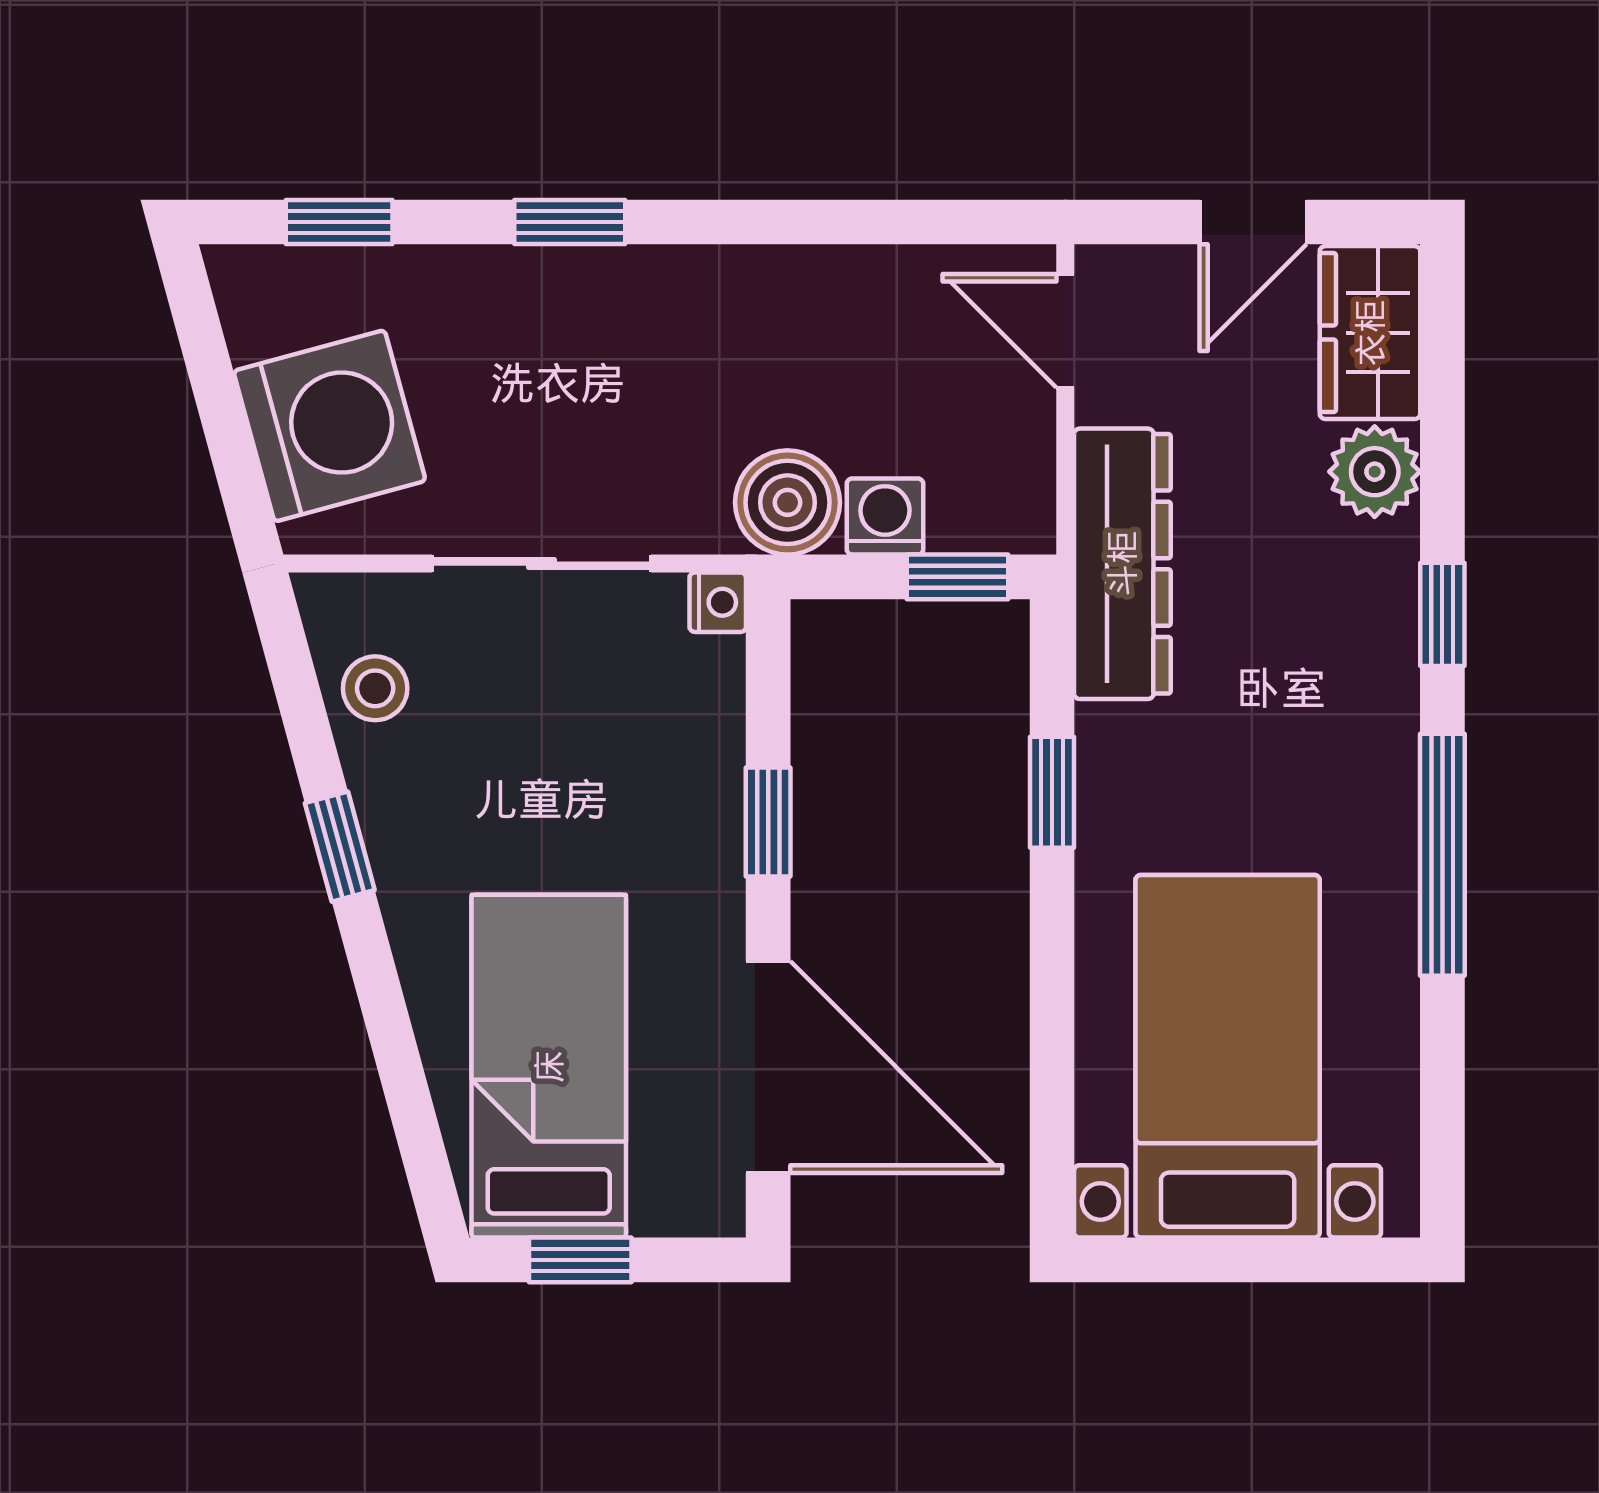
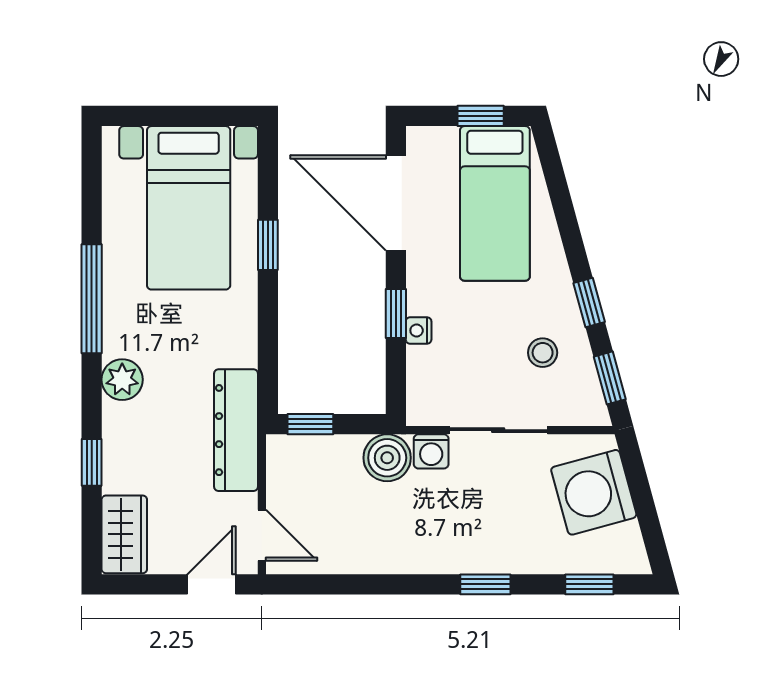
door: (1253, 222) -> (212, 584), moved
plant: (1375, 472) -> (122, 380), moved
washing machine: (885, 517) -> (431, 451), moved
nightstand: (718, 602) -> (419, 330), moved
window: (1442, 614) -> (92, 462), moved
window: (294, 679) -> (610, 378), added
stool: (375, 688) -> (543, 353), moved
window: (1052, 792) -> (268, 245), moved

